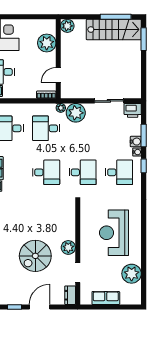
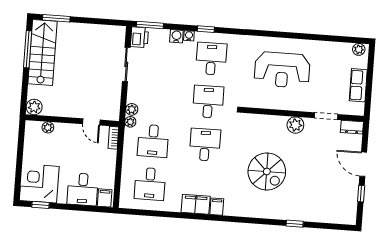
plant: (47, 43) -> (48, 127), width x0.53, depth x0.53
plant: (76, 113) -> (132, 109), width x0.53, depth x0.53
window: (144, 136) -> (150, 25), moved
spiral stairs: (35, 256) -> (267, 172), moved
plant: (132, 274) -> (359, 49), moved, width x0.53, depth x0.53

